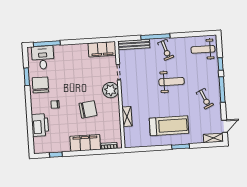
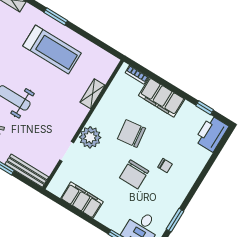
filing cabinet: (102, 49) -> (82, 200), moved
chair: (40, 85) -> (134, 174), moved
printer: (40, 125) -> (212, 134), moved
treadmill: (169, 126) -> (52, 49), turned 180

